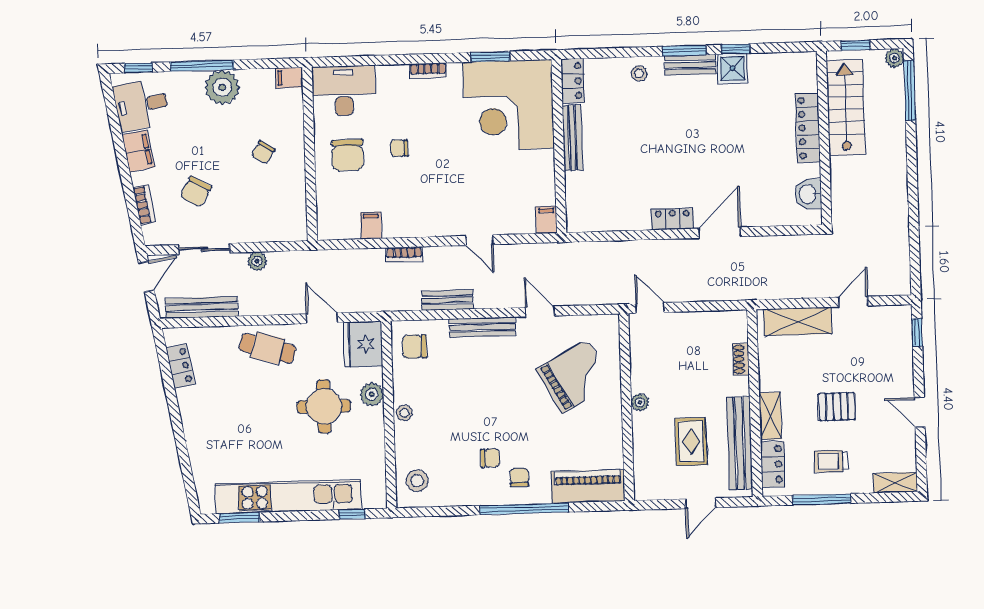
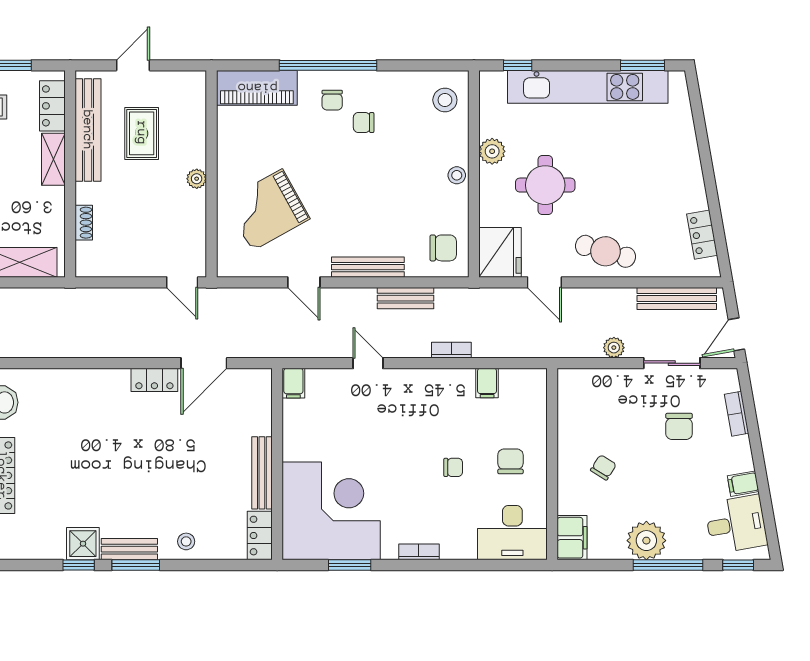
filing cabinet: (289, 78) -> (572, 538), width x2.00
filing cabinet: (138, 151) -> (743, 484), width x0.50
chair: (348, 155) -> (510, 461), width x0.73, depth x0.73
chair: (196, 192) -> (679, 426), turned 150
door: (720, 233) -> (204, 363), moved
plant: (372, 394) -> (492, 151), moved

